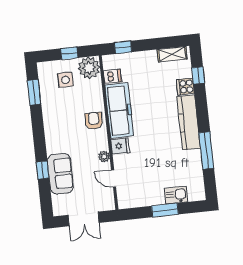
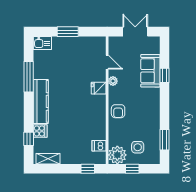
freezer: (119, 110) -> (96, 117), removed
kitchen sink: (176, 195) -> (42, 43), moved

